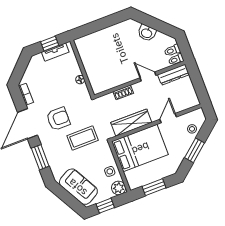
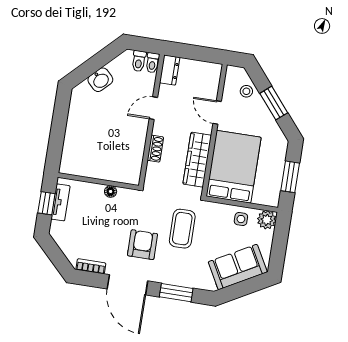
dresser: (173, 75) -> (170, 70), width x0.70
window: (105, 206) -> (279, 248), removed

